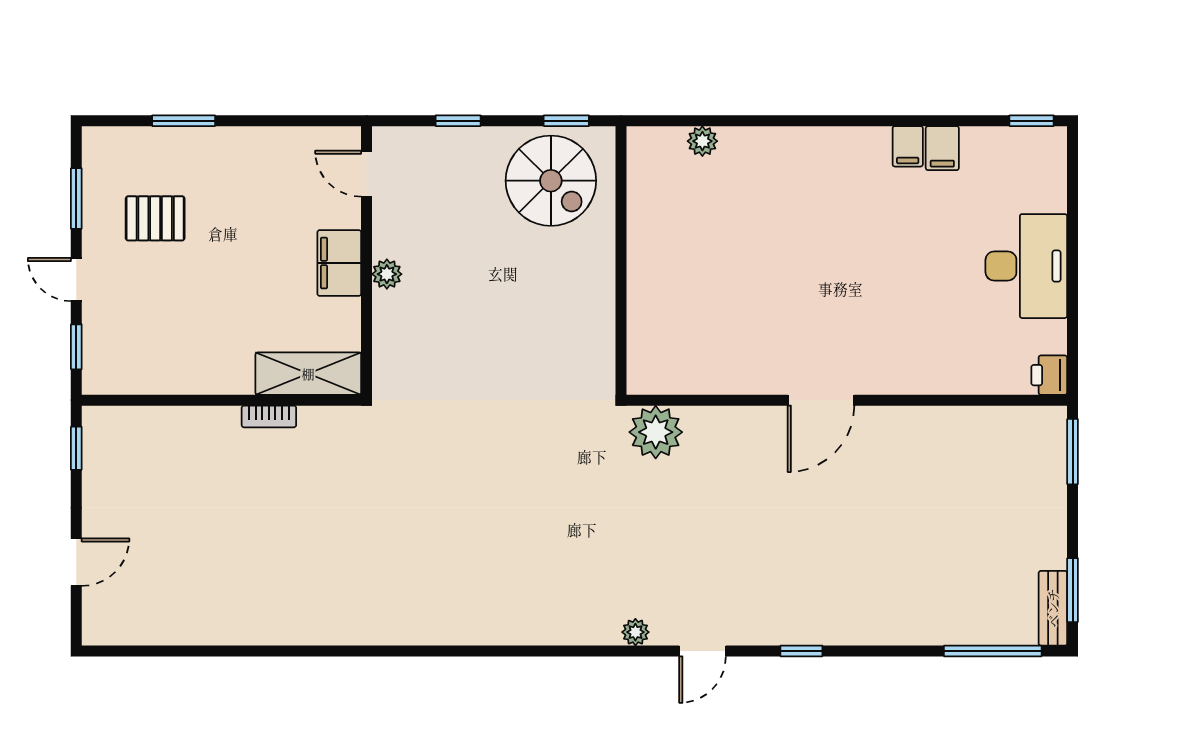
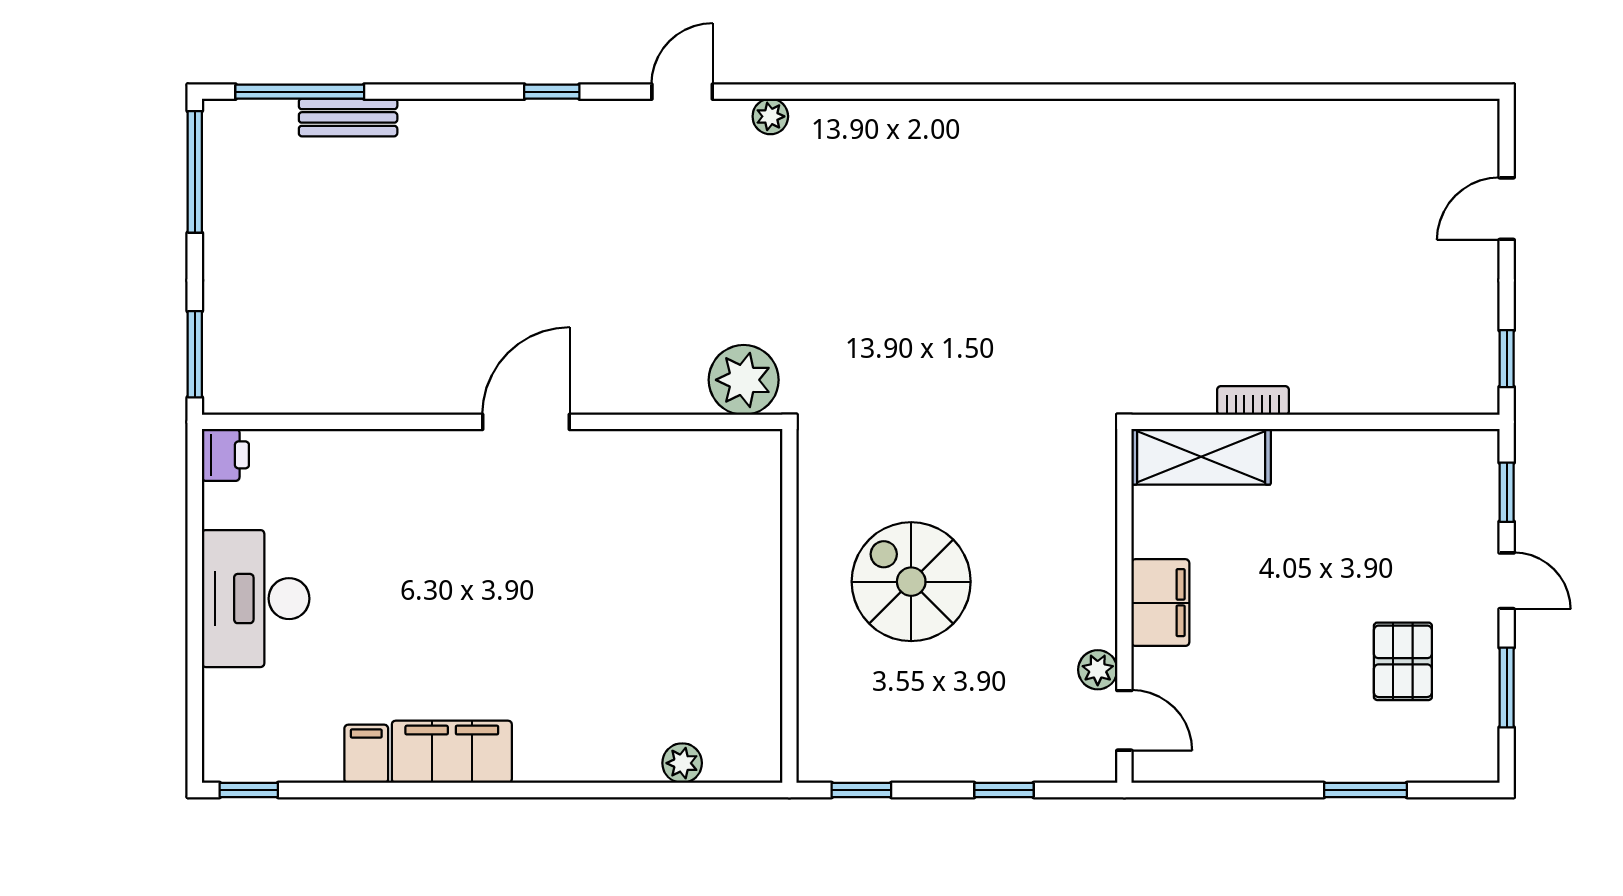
filing cabinet: (908, 146) -> (452, 752), width x3.00, depth x1.17
spiral stairs: (551, 181) -> (911, 582), moved
pallet: (155, 218) -> (1403, 661), turned 90
plant: (387, 274) -> (1098, 670), moved
window: (1073, 590) -> (195, 172), width x1.44
bench: (1053, 608) -> (348, 117), moved, turned 90

